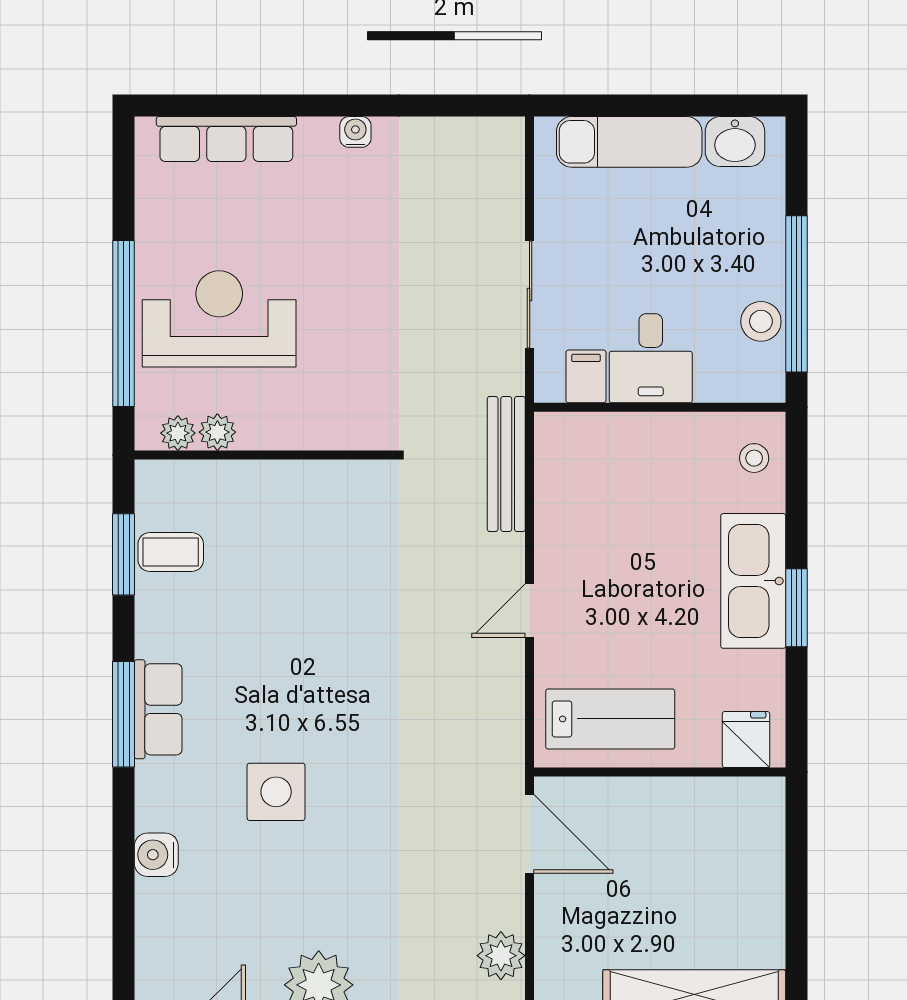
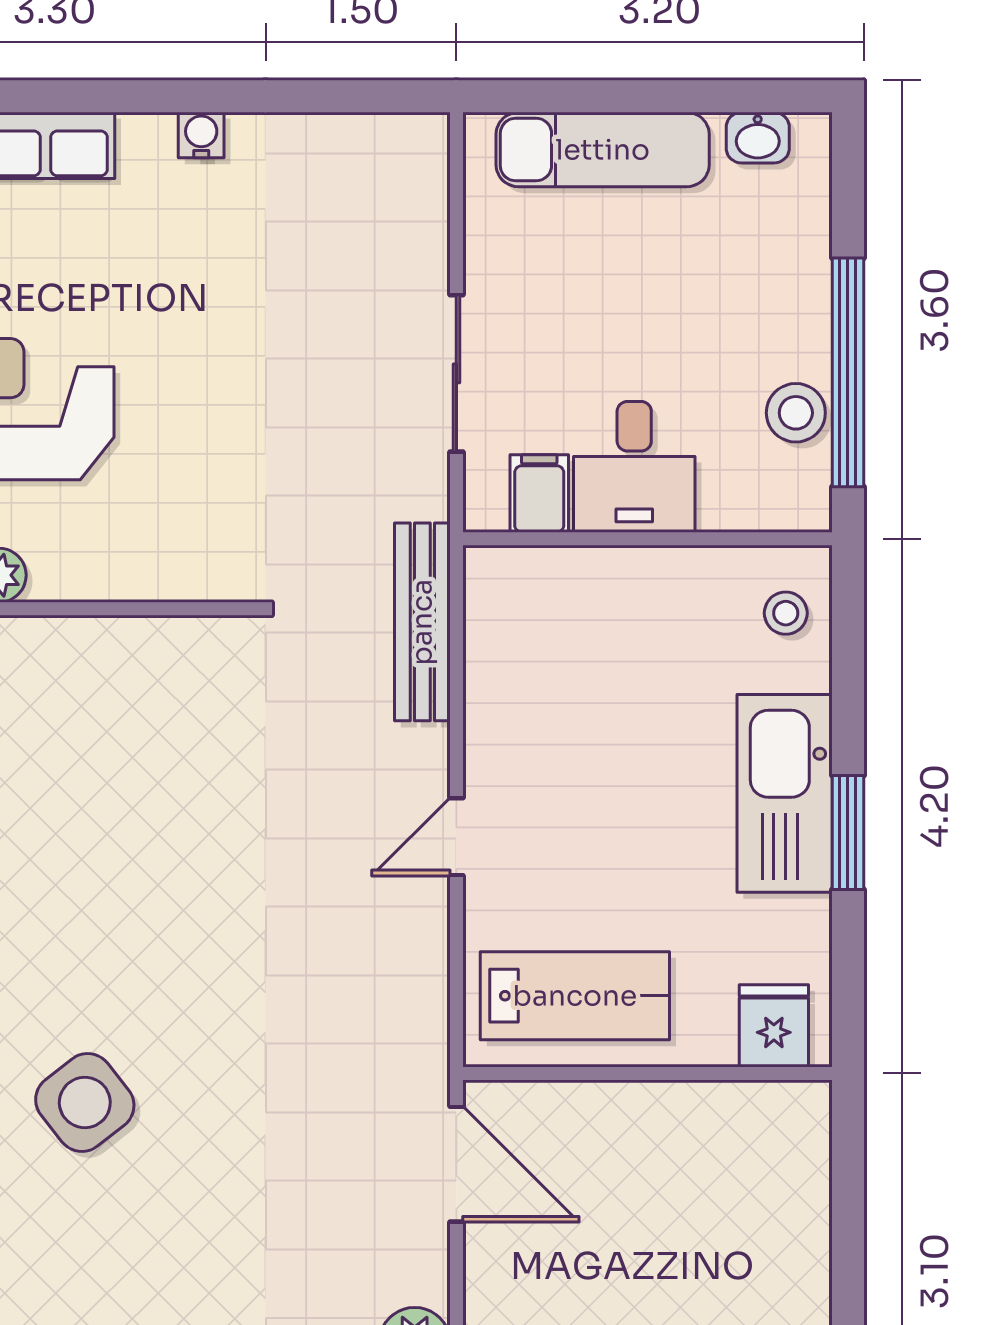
washbasin: (735, 142) -> (758, 138), width x0.72, depth x0.69
side table: (276, 792) -> (85, 1102), turned -38

